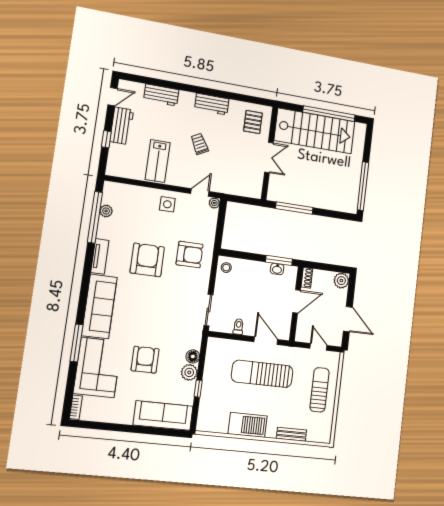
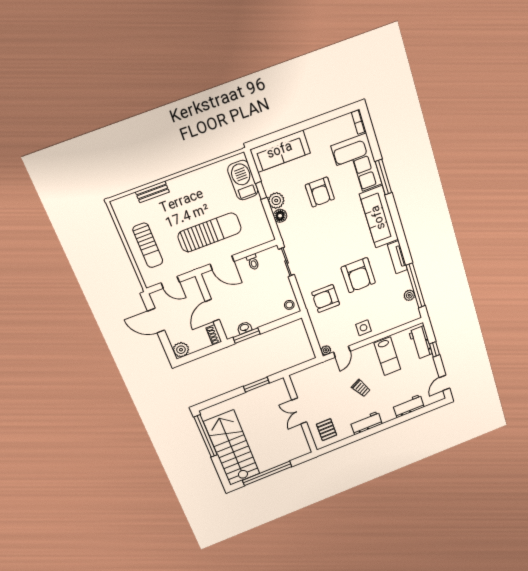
workbench: (122, 126) -> (421, 343), moved
stairs: (315, 131) -> (232, 448), moved, turned 90
lab bench: (158, 161) -> (387, 356), turned 180
window: (294, 208) -> (256, 385), width x0.69
barbecue: (248, 425) -> (243, 180), moved, turned 90

